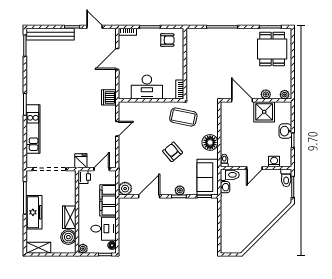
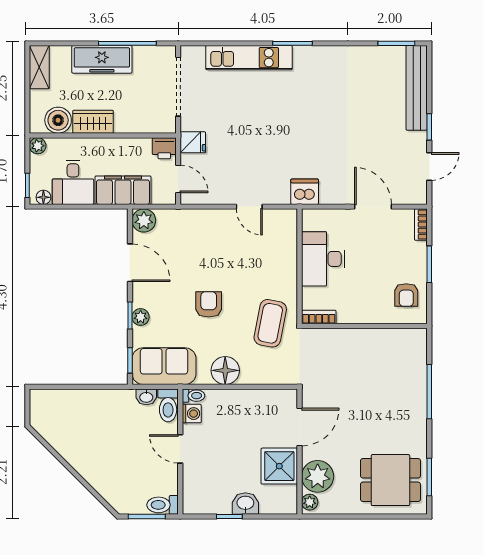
plant: (266, 94) -> (318, 476), width x1.88, depth x1.88
armchair: (173, 152) -> (209, 304), turned -50
washing machine: (274, 161) -> (192, 414), moved

